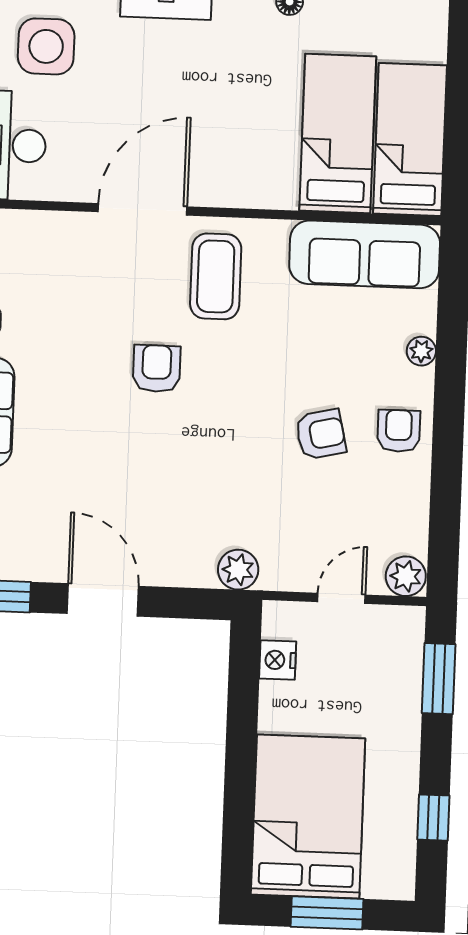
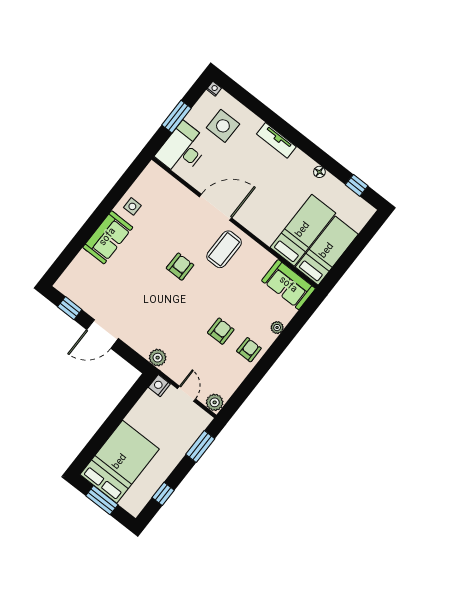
sofa: (365, 254) -> (288, 285), width x0.73
armchair: (321, 434) -> (221, 331), turned -77
door: (341, 598) -> (186, 394), hinge flipped
door: (103, 600) -> (103, 334), swing flipped
nightstand: (278, 660) -> (159, 386), moved

